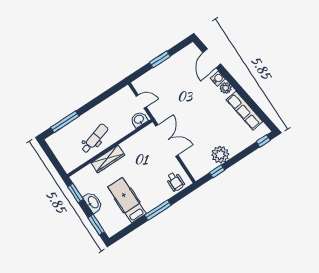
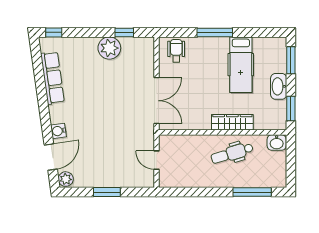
plant: (226, 88) -> (66, 179), moved
washbasin: (139, 119) -> (277, 142), moved
double door: (167, 140) -> (156, 101), swing flipped

